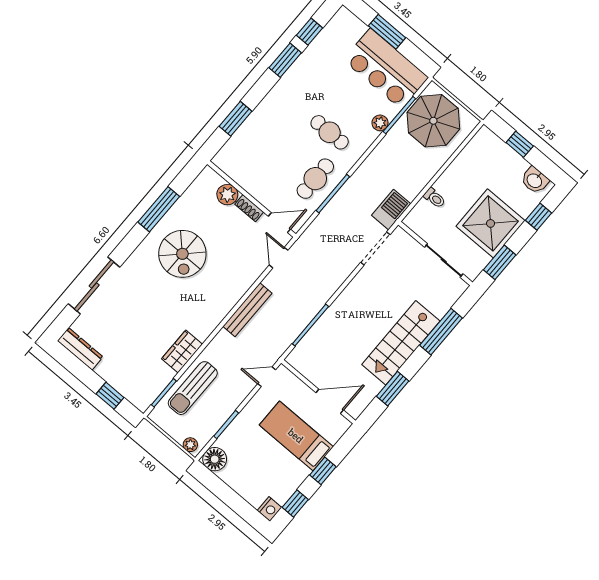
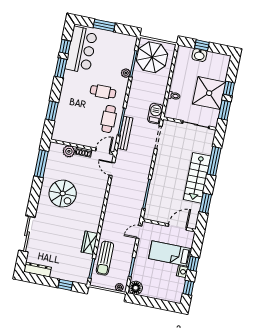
bar counter: (386, 69) -> (81, 50), moved, turned -90
washbasin: (535, 180) -> (199, 55), moved
window: (159, 209) -> (41, 164), moved
window: (539, 217) -> (229, 88), moved
bench: (247, 310) -> (125, 133), moved
nightstand: (270, 509) -> (182, 272), moved

